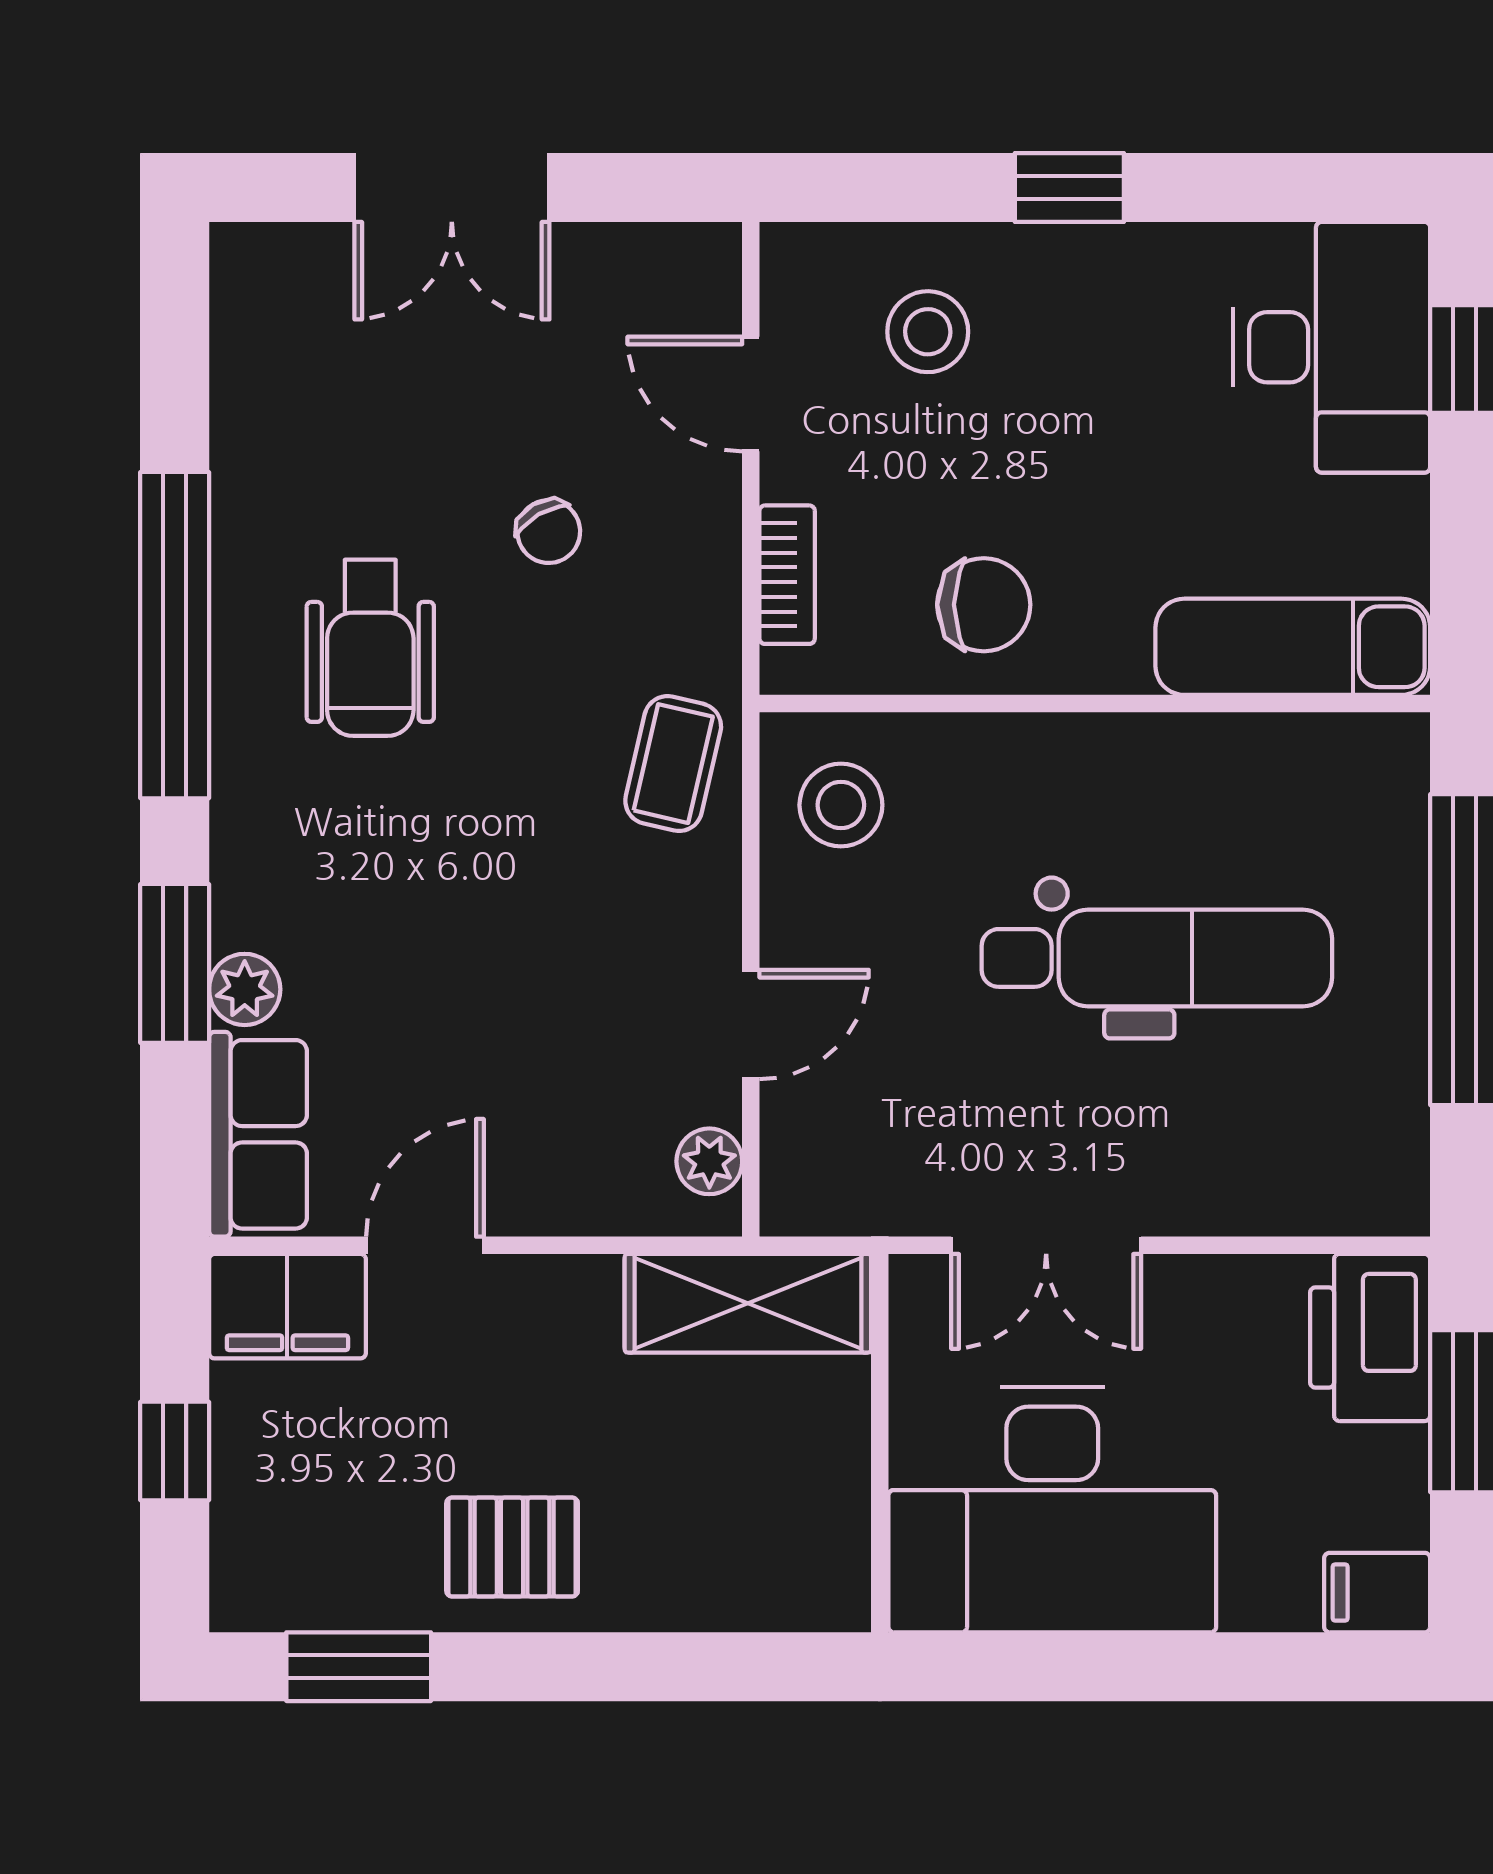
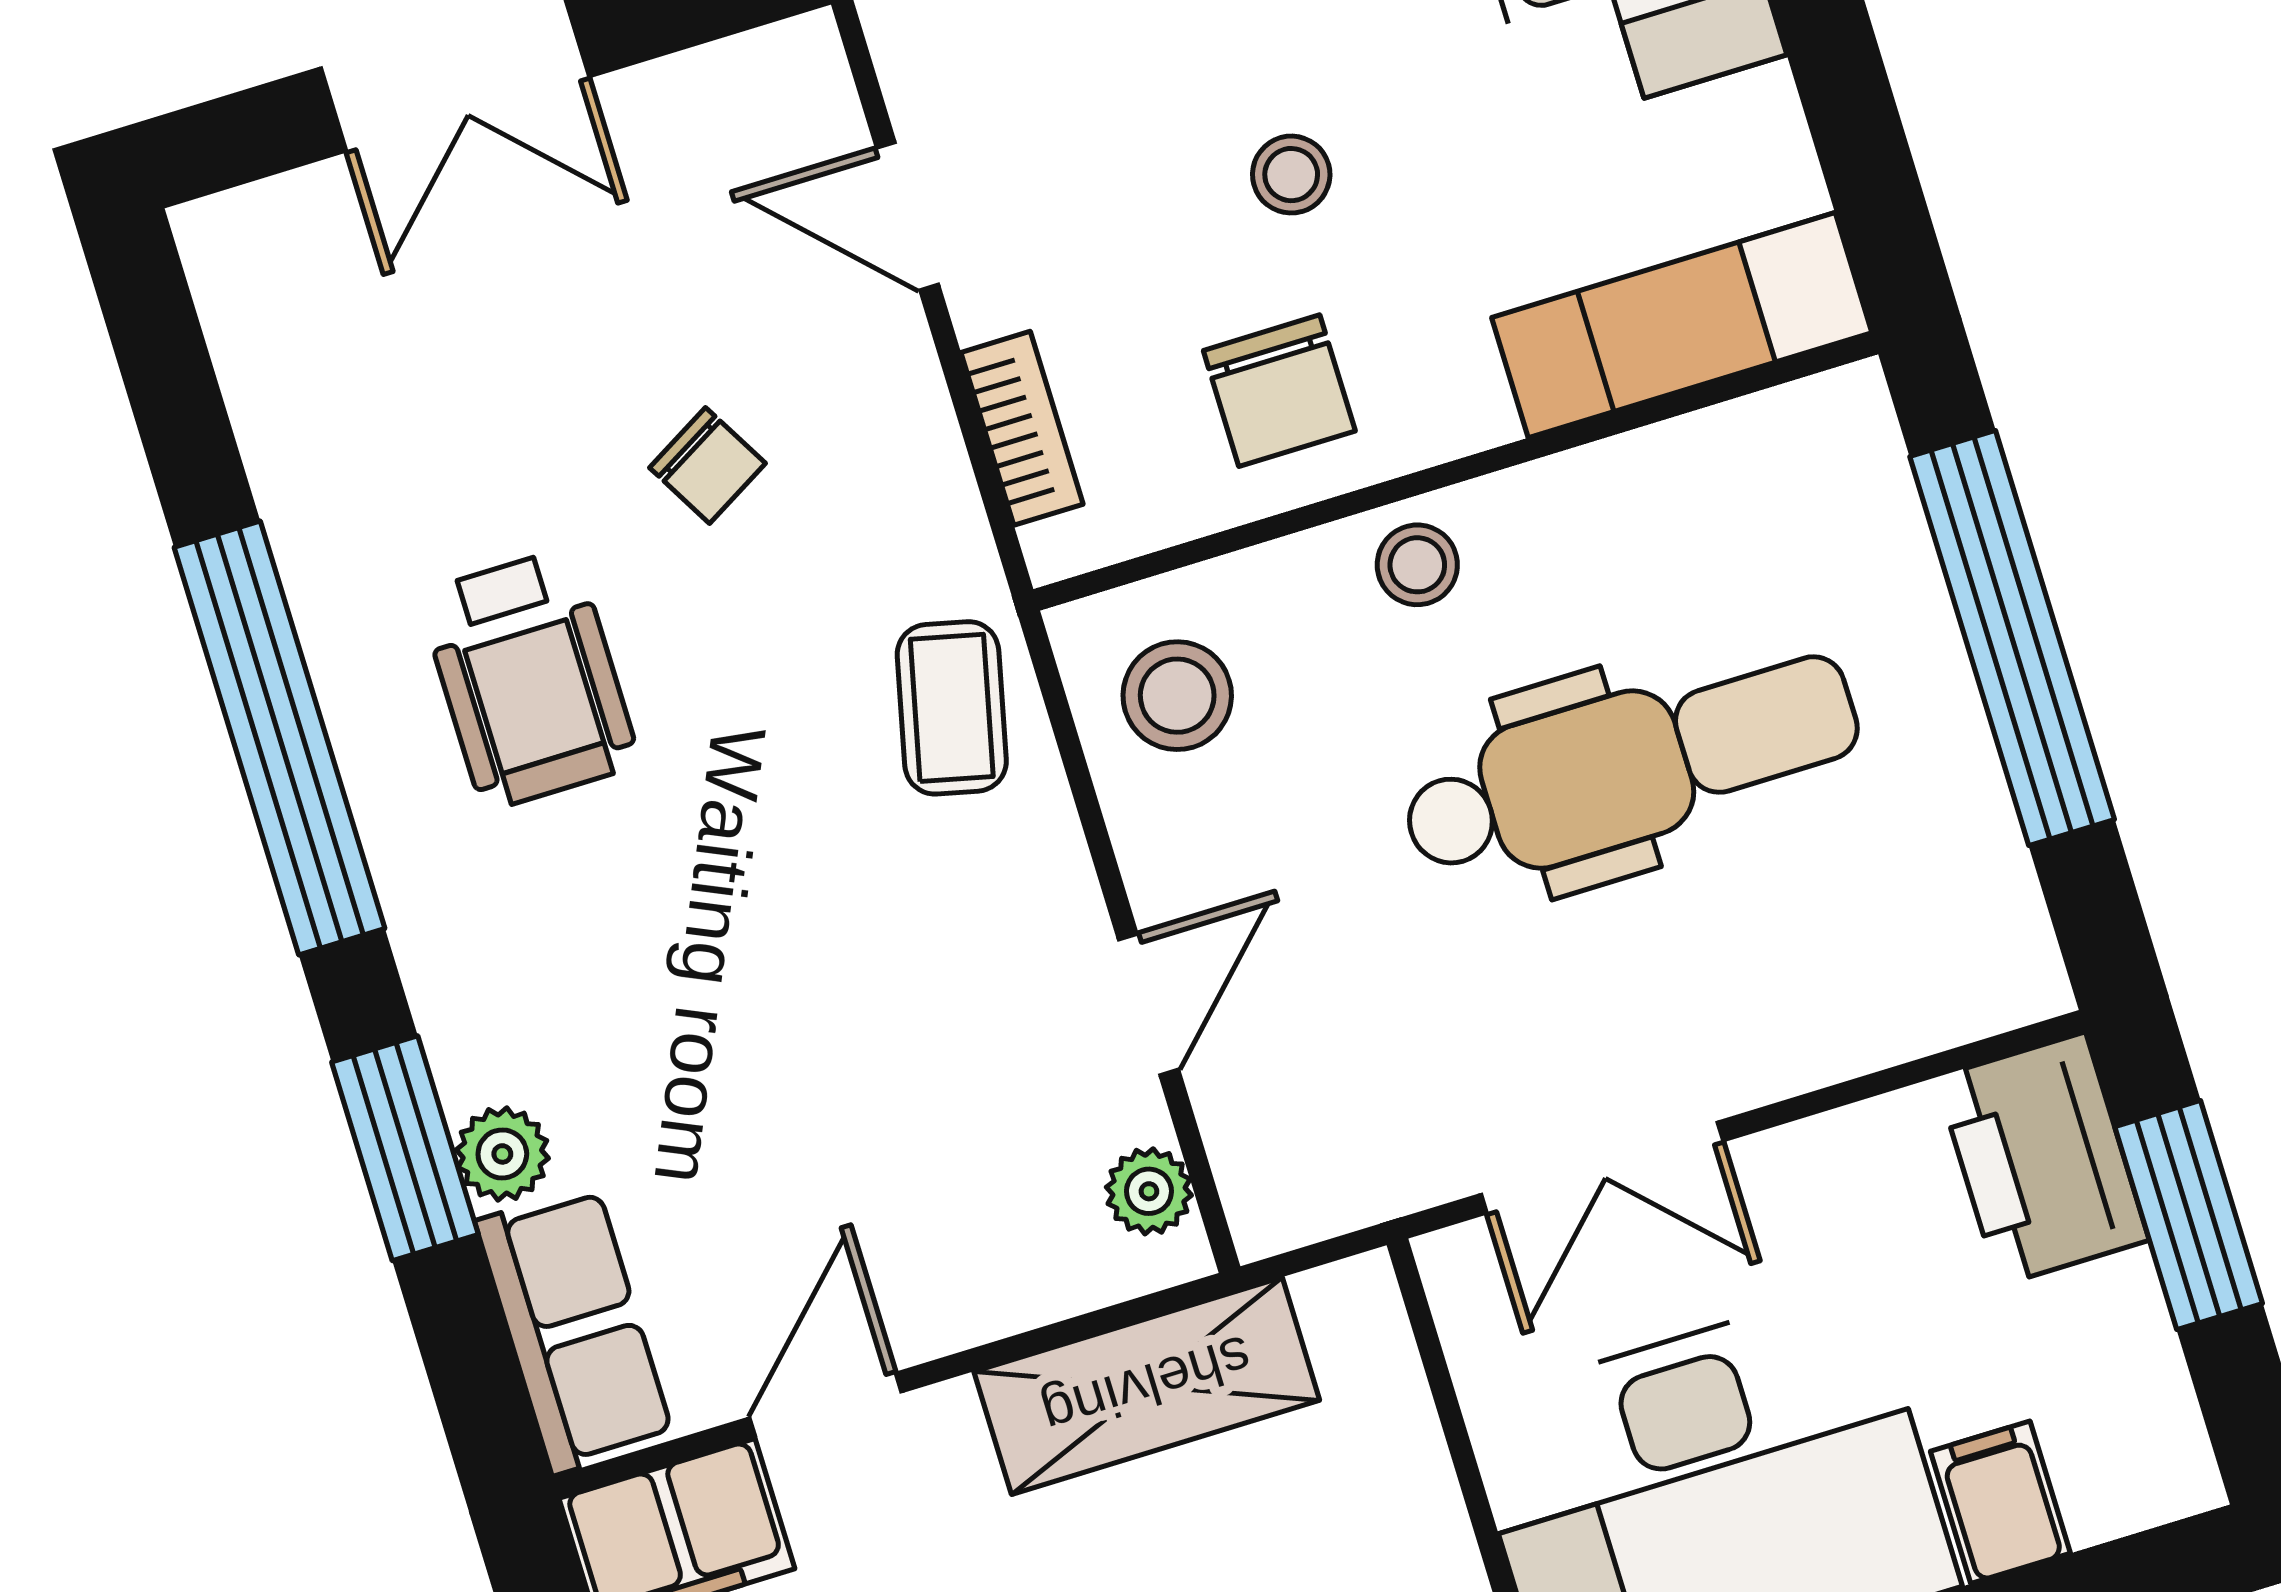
stool: (928, 332) -> (1291, 175), moved, width x0.73, depth x0.73
chair: (984, 605) -> (1279, 391), turned 90
stool: (1046, 763) -> (1417, 565), added
shelving: (748, 1303) -> (1147, 1386), moved
filing cabinet: (1377, 1593) -> (2000, 1502), moved, turned 90

